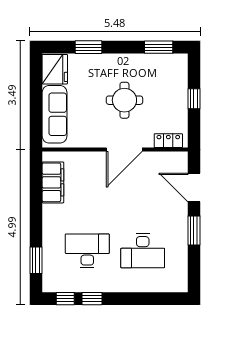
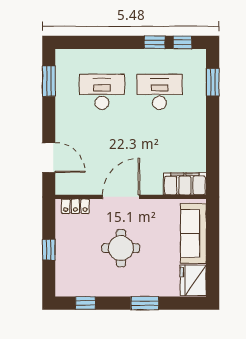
window: (89, 47) -> (145, 303), moved
window: (159, 47) -> (85, 303), width x0.67
filing cabinet: (53, 182) -> (185, 184), moved, turned 90
window: (194, 231) -> (49, 81), moved
desk: (87, 251) -> (159, 92), turned 180

